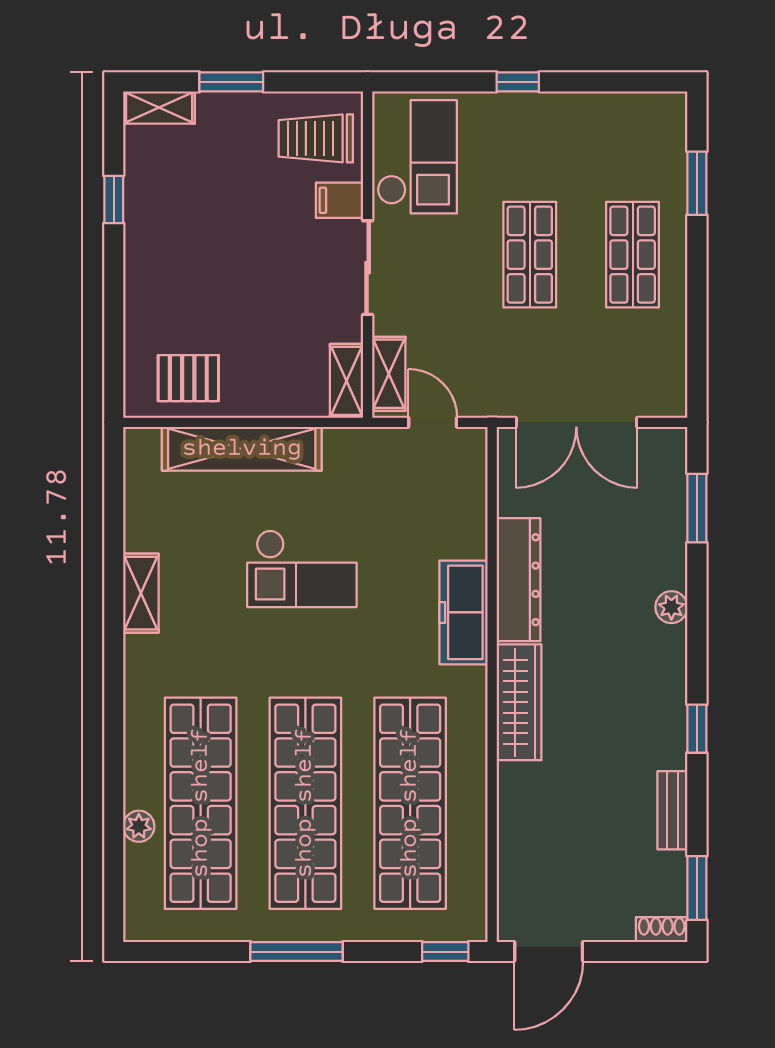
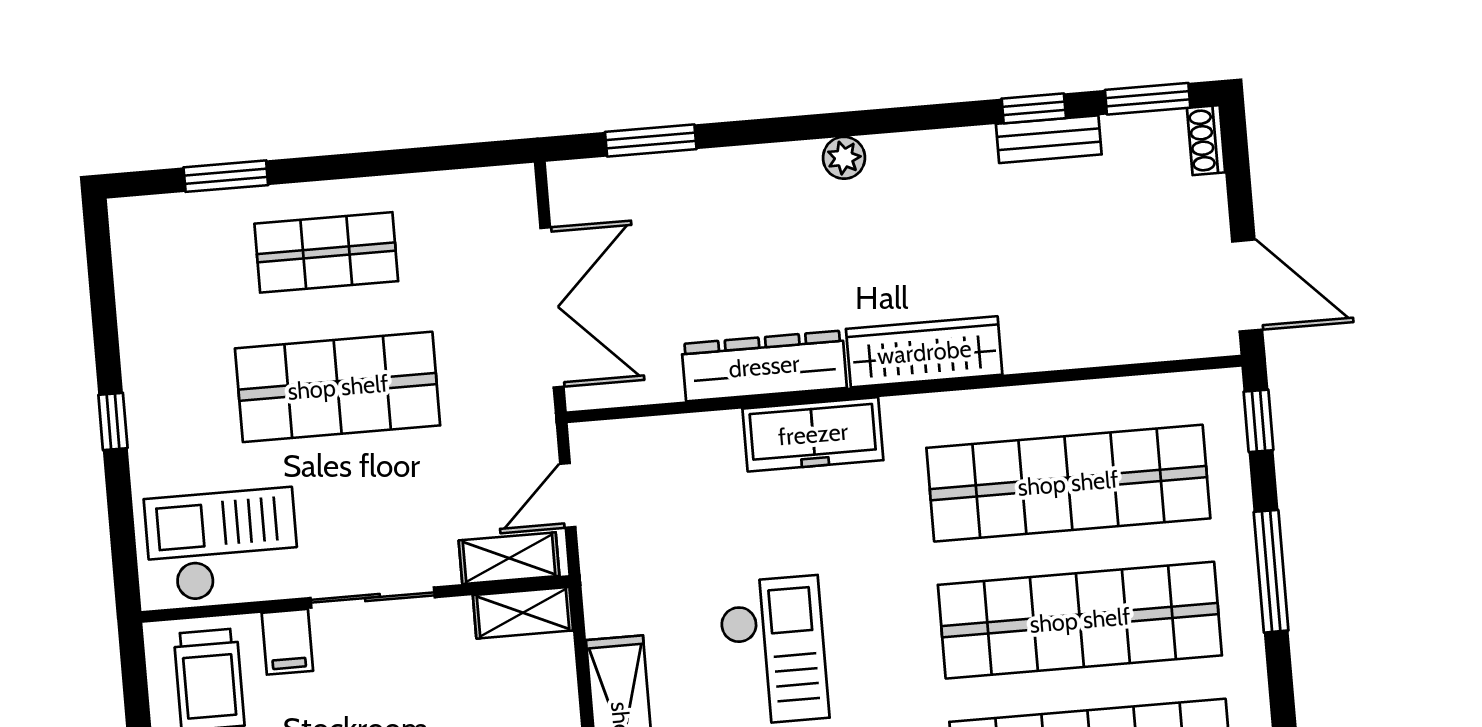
shop shelf: (530, 255) -> (338, 387), width x1.43, depth x1.36
plant: (671, 607) -> (844, 158), moved
window: (697, 729) -> (1034, 108), moved
window: (297, 952) -> (1271, 571), moved

